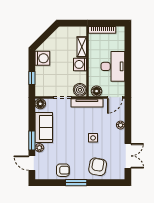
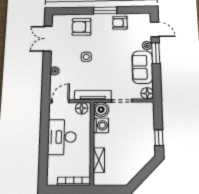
washing machine: (42, 58) -> (146, 146), removed
washing machine: (80, 64) -> (101, 125), moved
window: (32, 78) -> (159, 138), moved
armchair: (98, 167) -> (81, 27), turned 80

